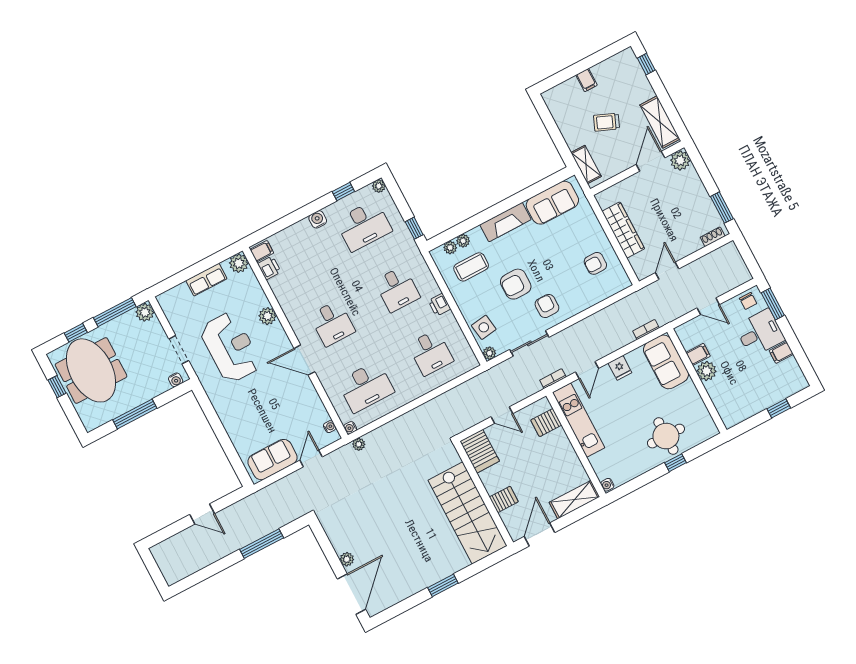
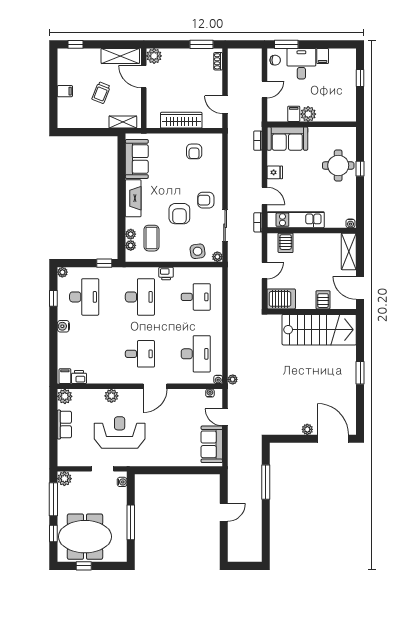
desk: (397, 289) -> (140, 297), width x1.37

